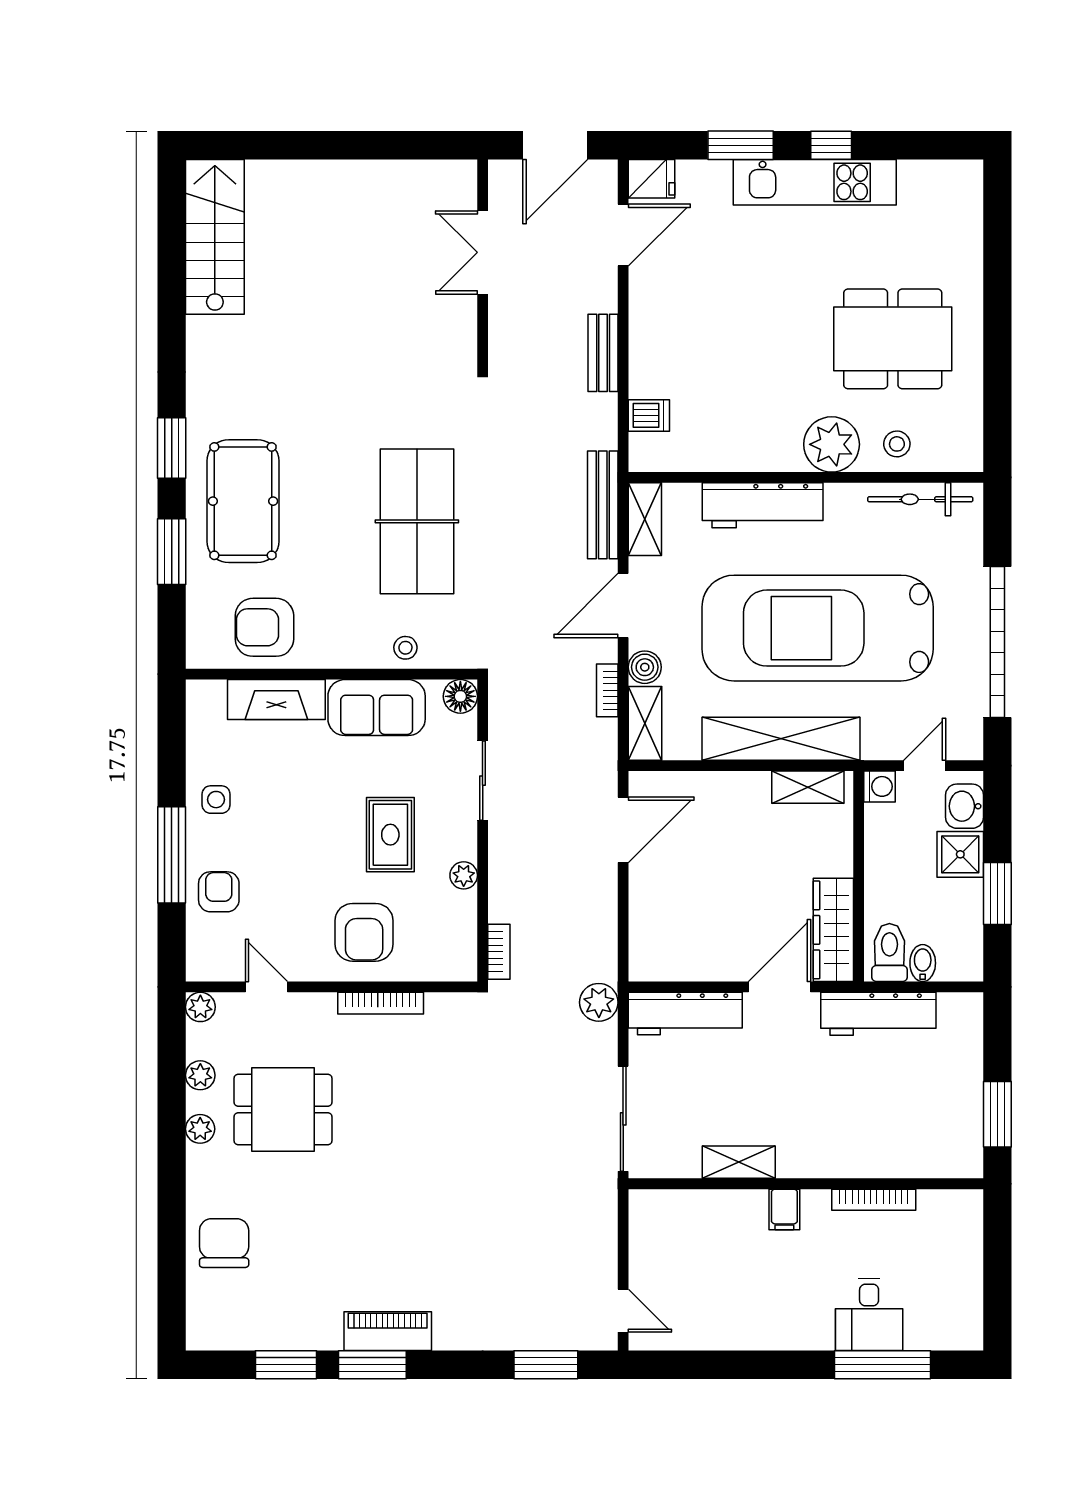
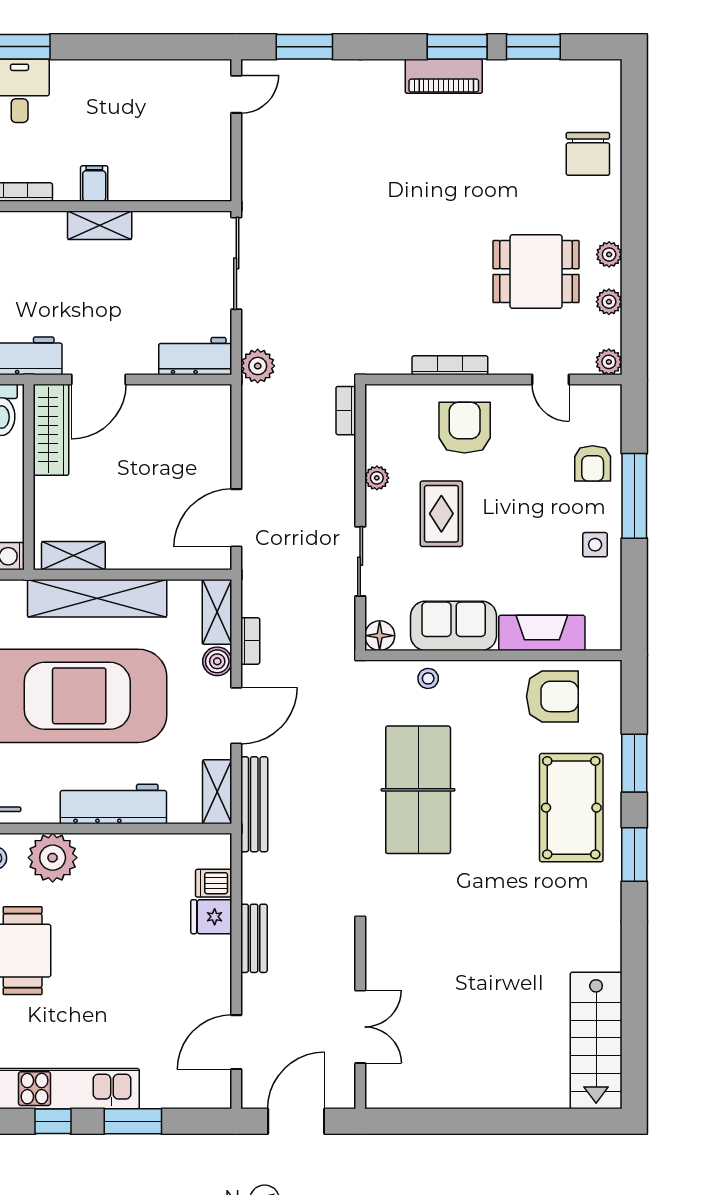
fridge: (652, 179) -> (211, 917), moved
workbench: (685, 1014) -> (195, 356), width x0.73
shelving: (739, 1162) -> (100, 225), moved
door: (623, 1311) -> (236, 94), swing flipped

